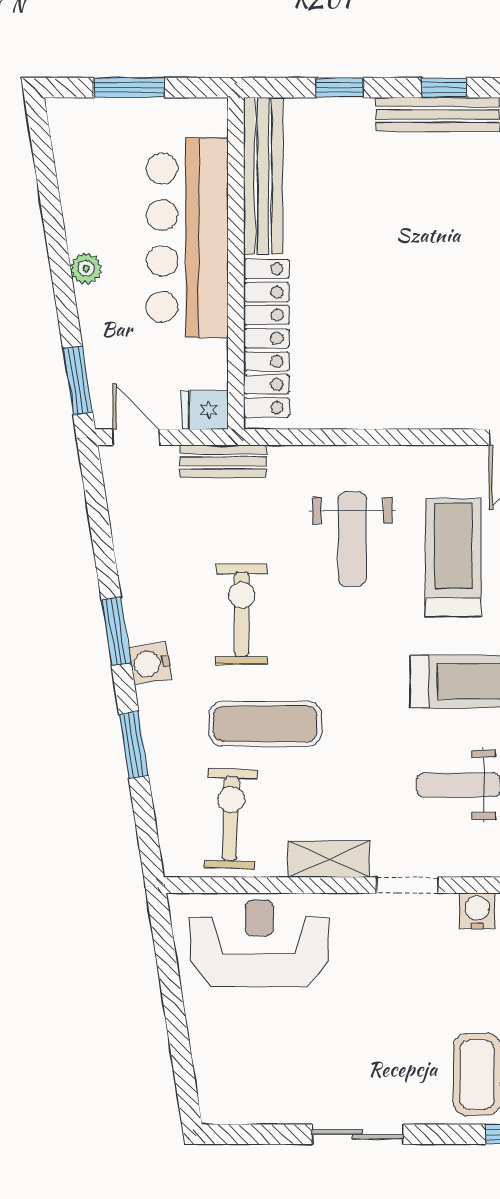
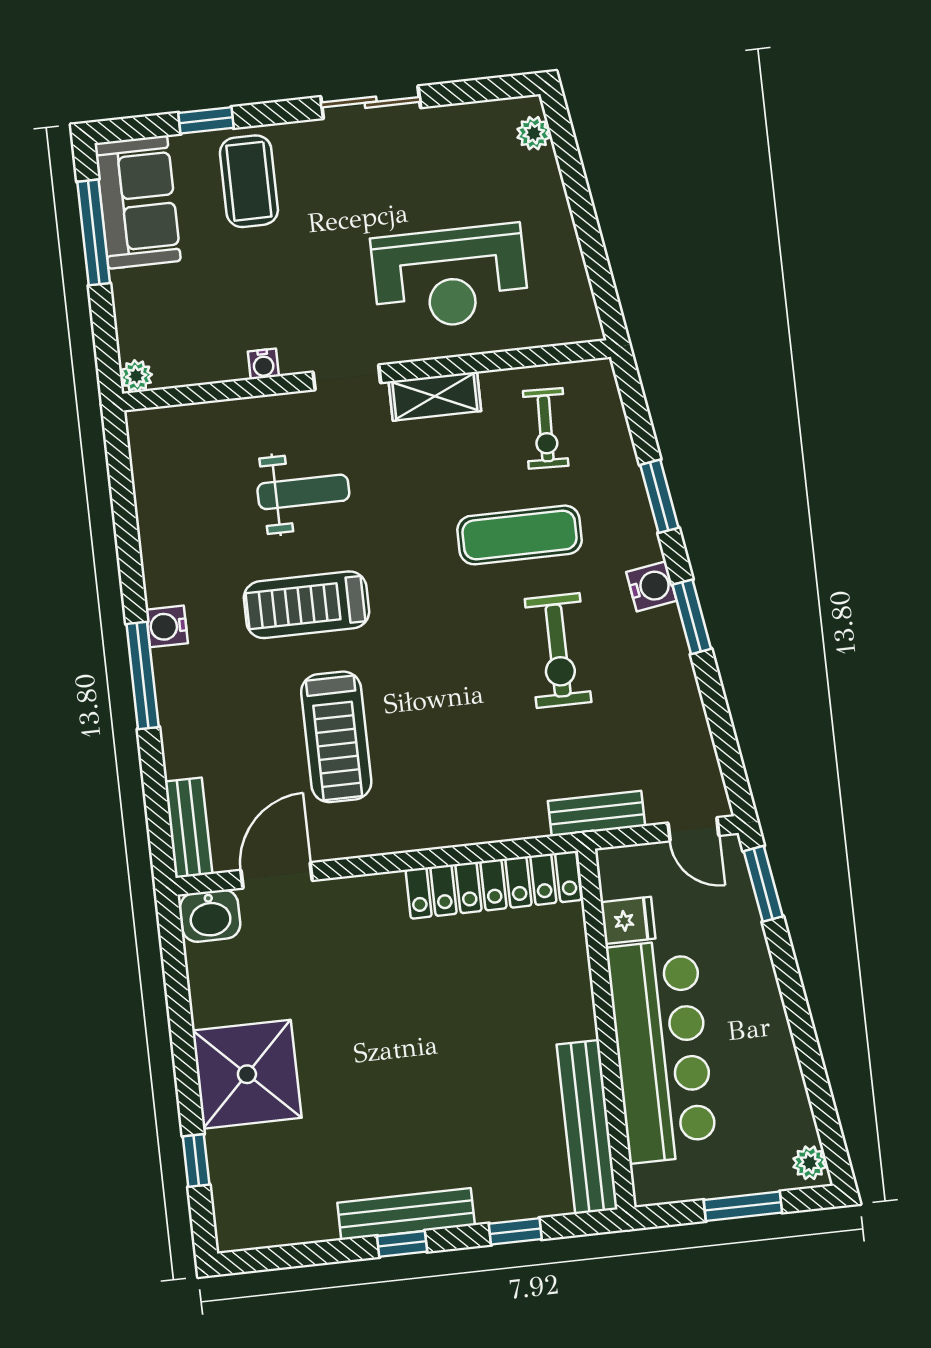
plant: (86, 268) -> (810, 1163), moved
locker: (266, 338) -> (493, 885), moved, turned -90
fridge: (205, 410) -> (628, 920), moved
weight bench: (352, 539) -> (448, 745), removed
exercise bike: (231, 818) -> (546, 428), width x0.73, depth x0.72
water cooler: (477, 911) -> (263, 364), width x0.72, depth x0.72
reception desk: (259, 943) -> (450, 277), moved
plant: (212, 1089) -> (534, 133), added

